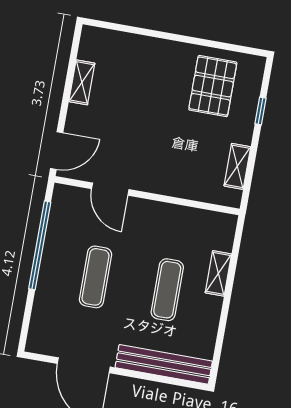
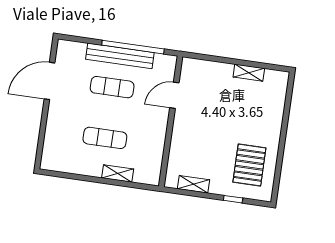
pallet: (213, 86) -> (249, 165), turned 90
door: (57, 151) -> (200, 57), removed
bench: (164, 364) -> (120, 56), moved, turned 90

